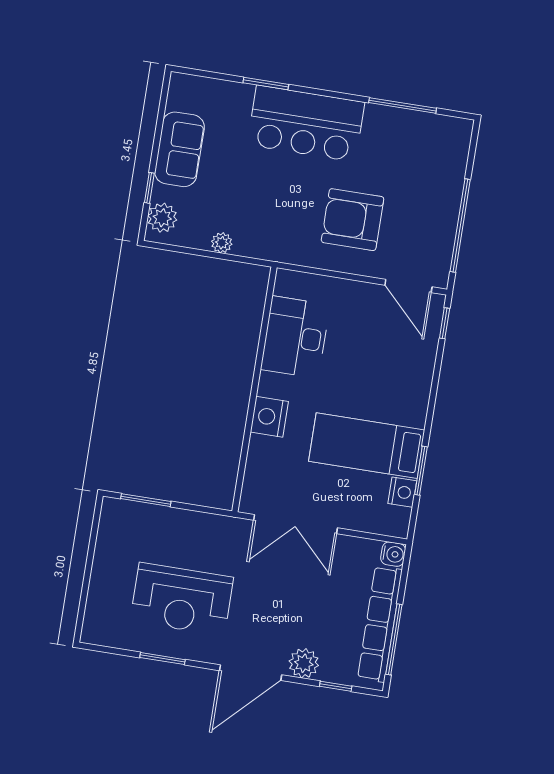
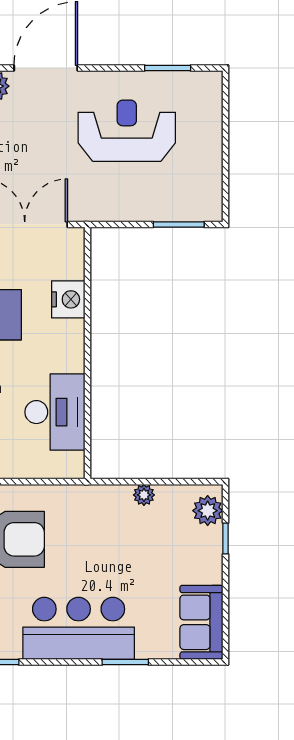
sofa: (179, 149) -> (201, 622), moved
nightstand: (269, 417) -> (68, 299), moved
window: (163, 659) -> (168, 68), moved

